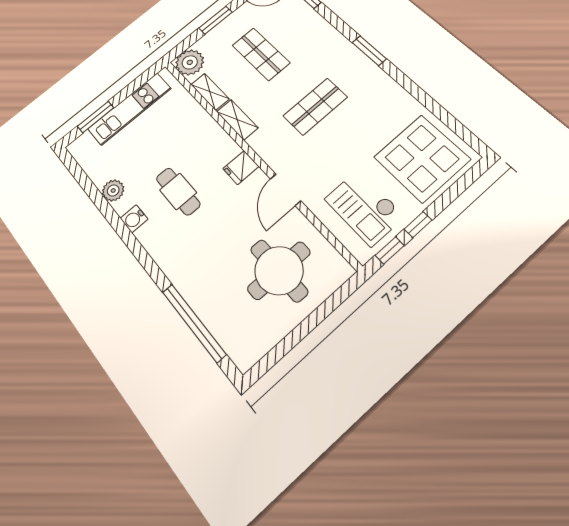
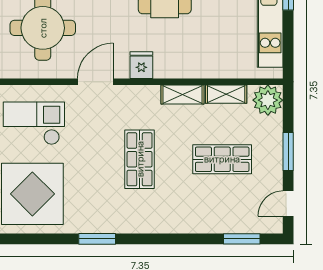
window: (369, 51) -> (97, 239), moved
door: (285, 190) -> (95, 82), hinge flipped

